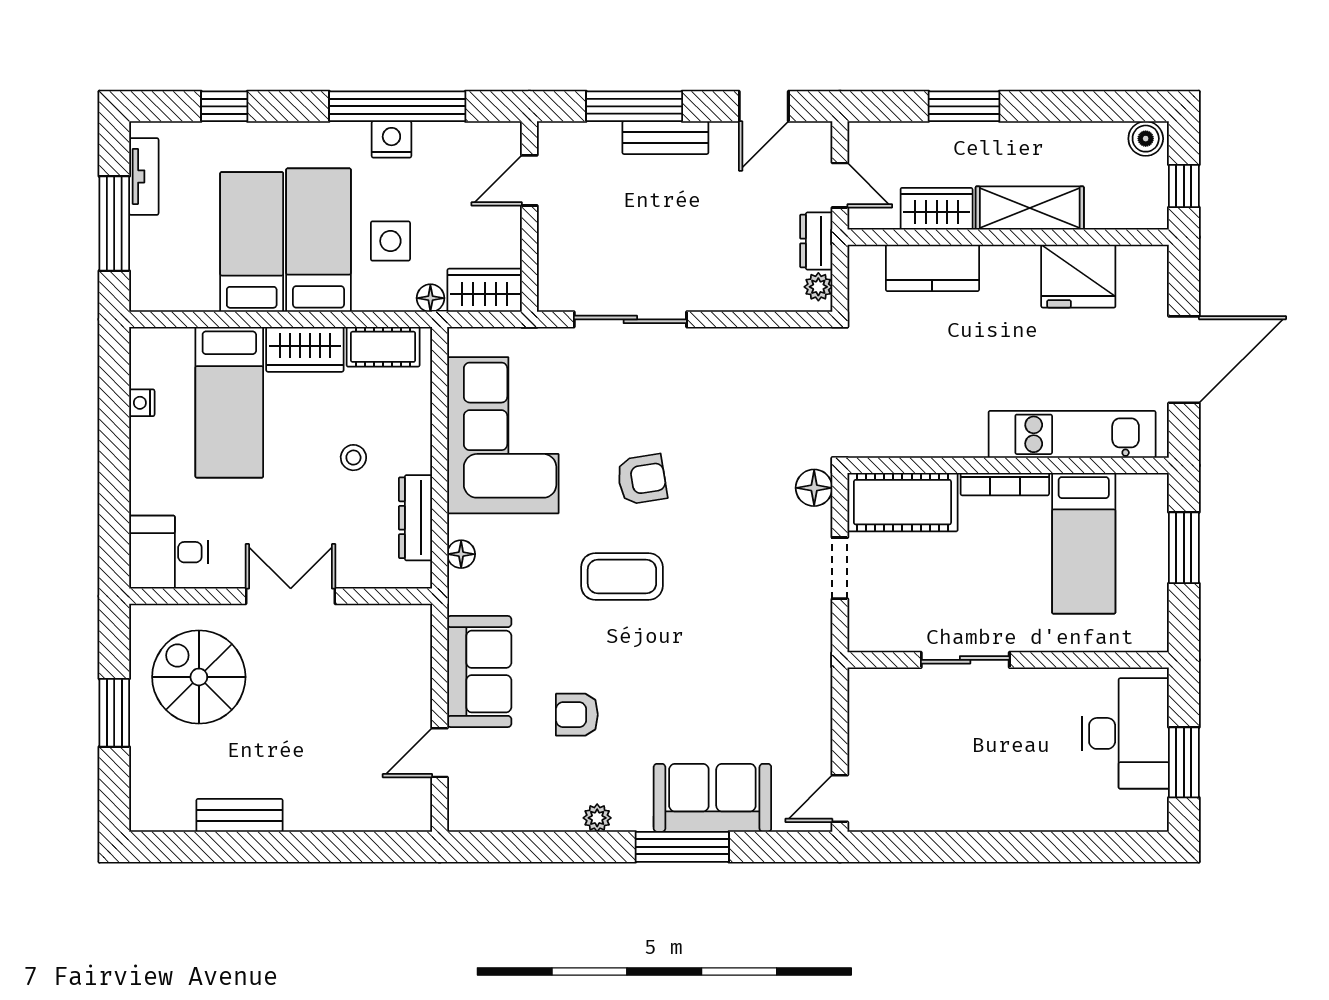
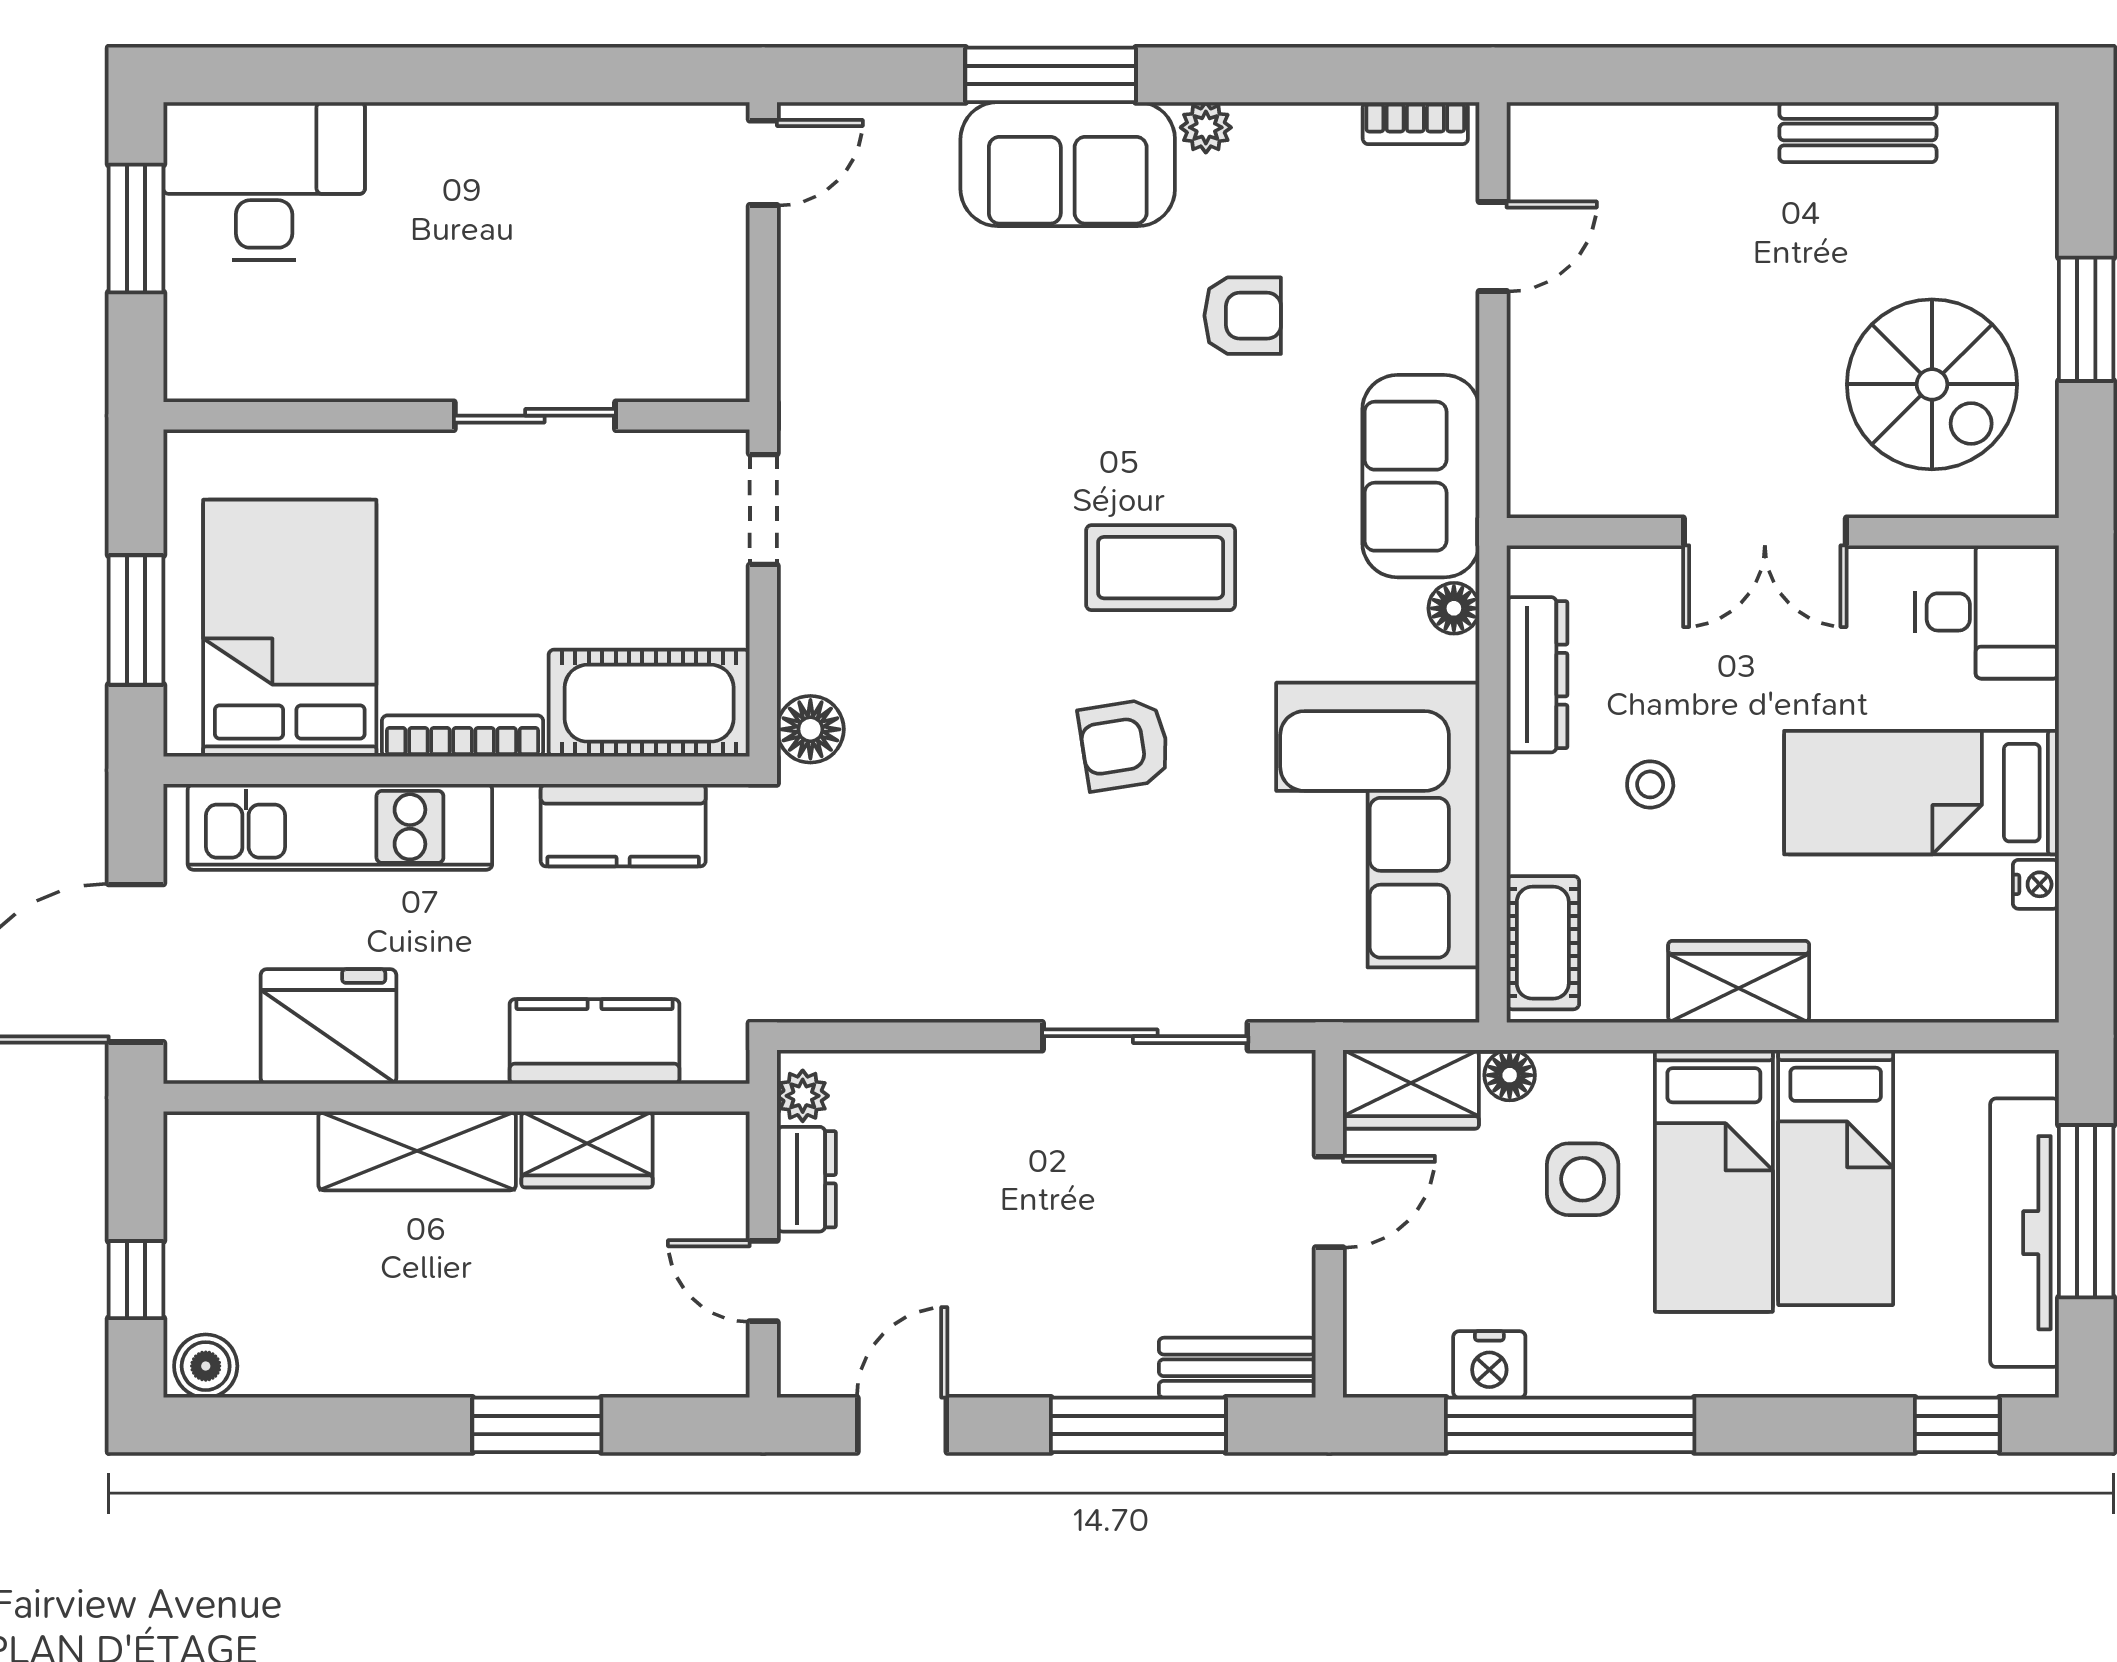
window: (224, 106) -> (1957, 1425), moved
bench: (665, 138) -> (1237, 1368), moved
nightstand: (391, 139) -> (1489, 1364), moved
tv unit: (144, 176) -> (2025, 1233), width x1.92, depth x1.29
door: (529, 180) -> (1329, 1202), moved
shelving: (1030, 208) -> (417, 1151), moved
wardrobe: (937, 209) -> (587, 1149), moved
wall: (1008, 237) -> (456, 1098), moved
kitchen counter: (932, 268) -> (595, 1042), moved
fridge: (1078, 276) -> (328, 1027), moved
cot: (383, 347) -> (1543, 943), moved, turned 90
bed: (229, 402) -> (1921, 793), moved, turned -90
kitchen counter: (917, 435) -> (623, 825), added
bed: (1084, 543) -> (290, 628), width x1.50
doorway: (840, 568) -> (763, 510), moved
sofa: (479, 672) -> (1421, 476), moved
desk: (1126, 733) -> (264, 181), moved, turned 90
sofa: (712, 798) -> (1068, 164), moved
bookcase: (482, 820) -> (1415, 123), added

